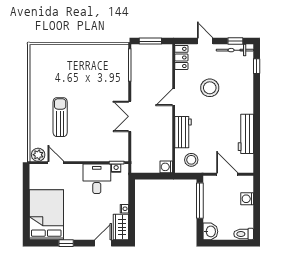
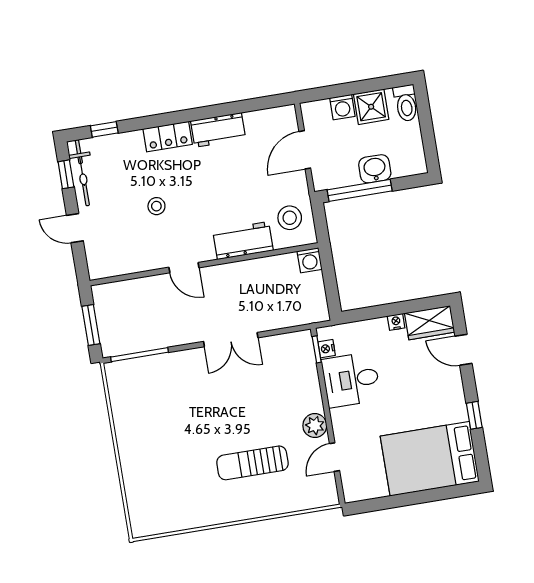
door: (205, 41) -> (75, 228), hinge flipped
locker: (181, 57) -> (168, 137), moved, turned 180
stool: (210, 88) -> (156, 206), width x0.53, depth x0.53
workbench: (246, 134) -> (218, 130), width x0.73
plant: (38, 155) -> (315, 426), moved
shower: (245, 215) -> (371, 107), added
washbasin: (210, 231) -> (375, 169), moved

